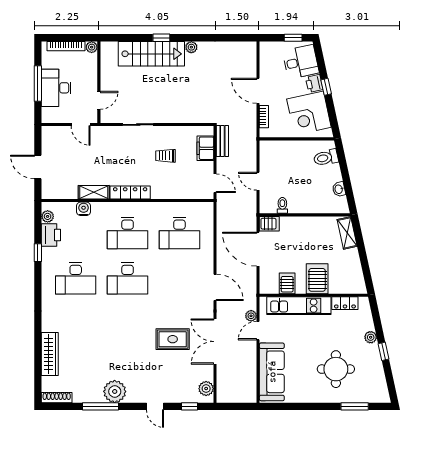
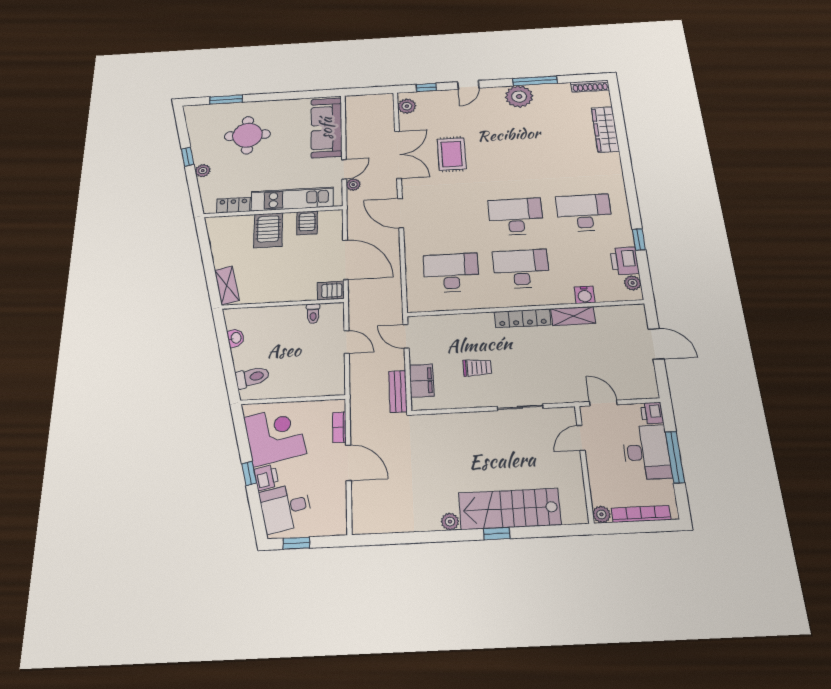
printer: (48, 115) -> (652, 413), added
rug: (173, 339) -> (452, 154), turned 90
door: (155, 406) -> (468, 85), swing flipped

